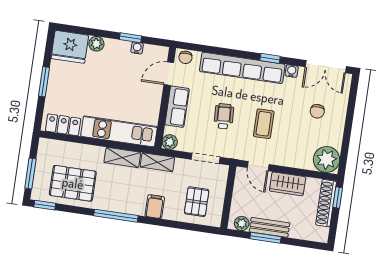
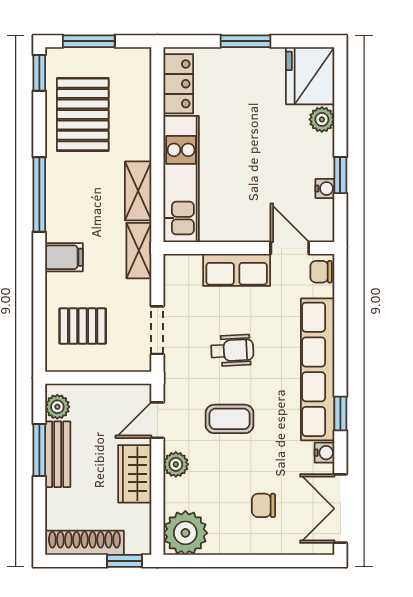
plant: (170, 142) -> (176, 464), moved
shoe rack: (326, 203) -> (84, 543), moved

